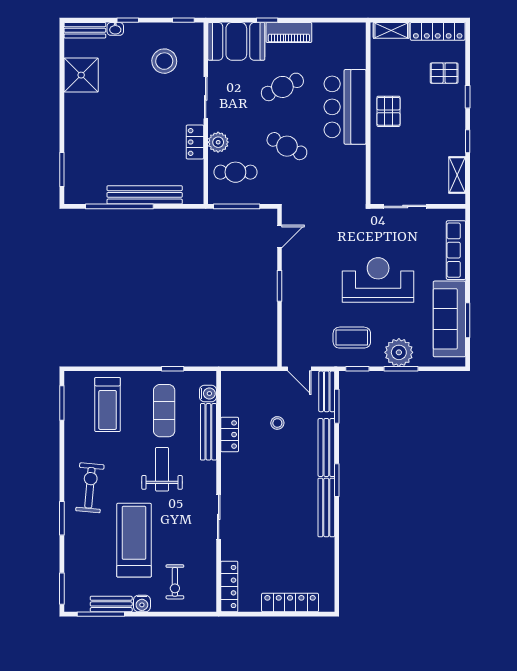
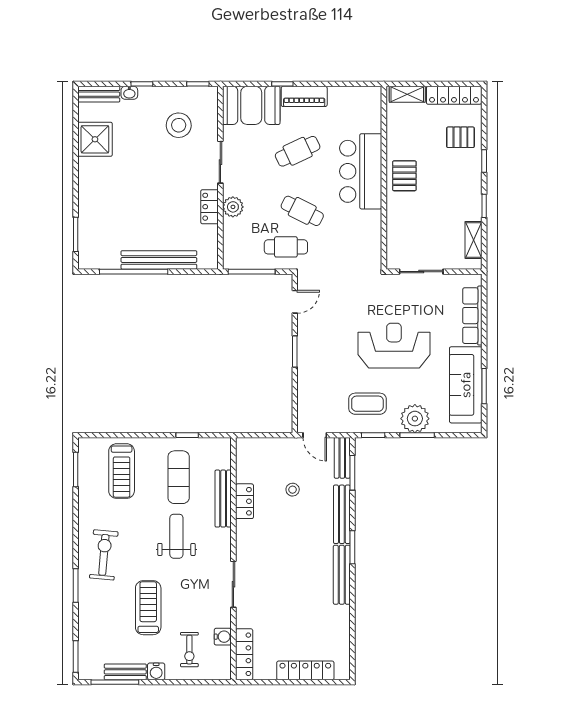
cafe table: (235, 172) -> (286, 247), moved
water cooler: (208, 393) -> (223, 637), moved
treadmill: (134, 540) -> (148, 608), width x0.73, depth x0.73

